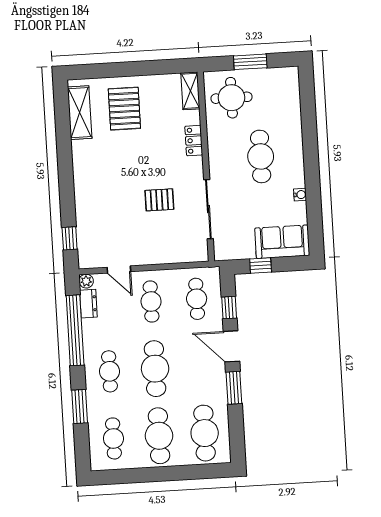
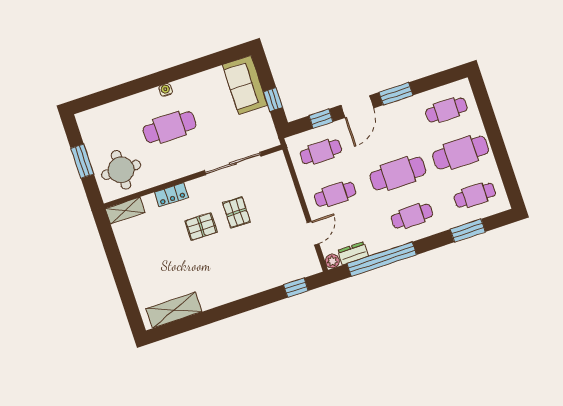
pallet: (124, 109) -> (201, 227), moved, width x0.67, depth x0.71
water cooler: (300, 195) -> (166, 90), moved
window: (80, 407) -> (468, 231), moved
cafe table: (205, 433) -> (446, 110), width x0.73, depth x0.74

